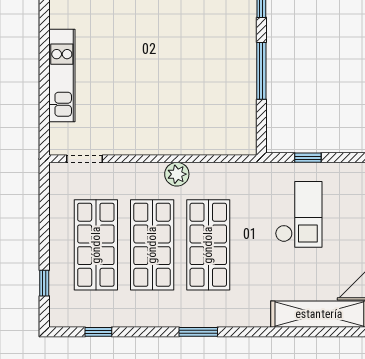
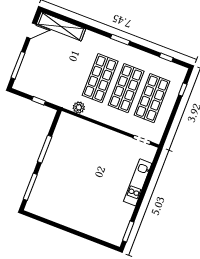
plant: (177, 174) -> (79, 107), moved
checkout: (299, 214) -> (53, 76), removed

